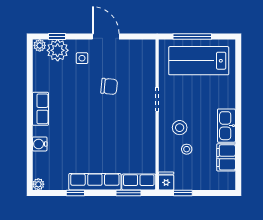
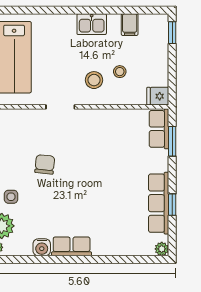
kitchen sink: (226, 126) -> (92, 24), width x0.73
water cooler: (40, 144) -> (42, 247), moved
filing cabinet: (226, 157) -> (130, 25), width x0.50
row of seats: (95, 182) -> (159, 203), moved
window: (183, 193) -> (172, 33), moved

